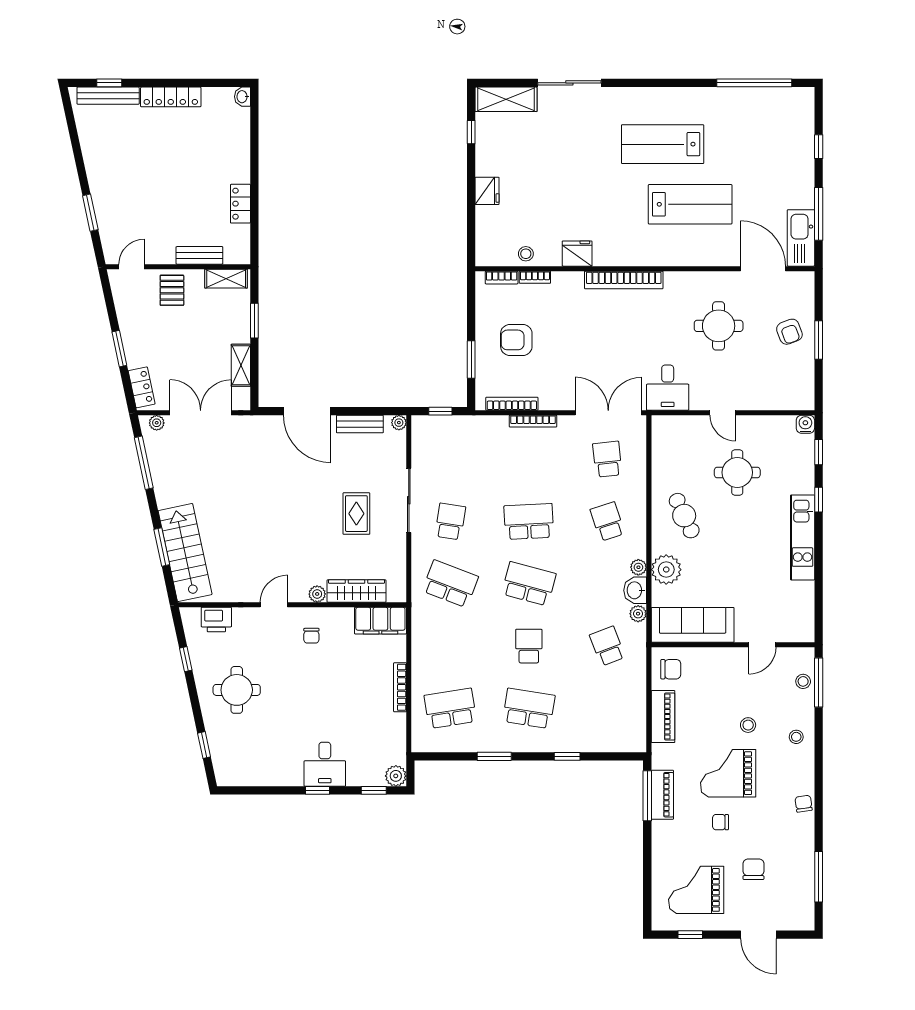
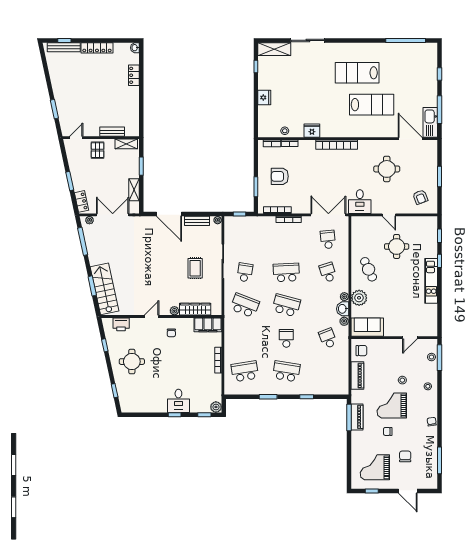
locker: (240, 204) -> (134, 75), moved
armchair: (789, 332) -> (420, 197), moved
water cooler: (805, 424) -> (433, 221), removed
sofa: (693, 625) -> (367, 327), width x0.73

